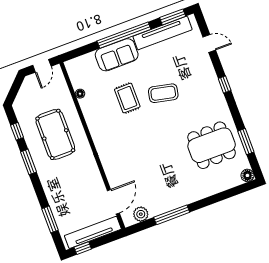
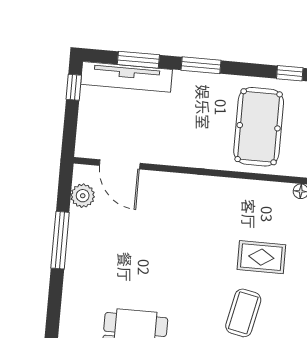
pool table: (55, 134) -> (259, 127), turned 90
window: (28, 162) -> (201, 65), moved
tv unit: (93, 232) -> (126, 77), moved, turned 90

